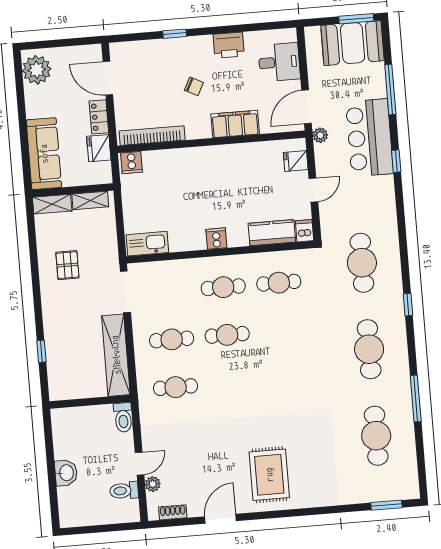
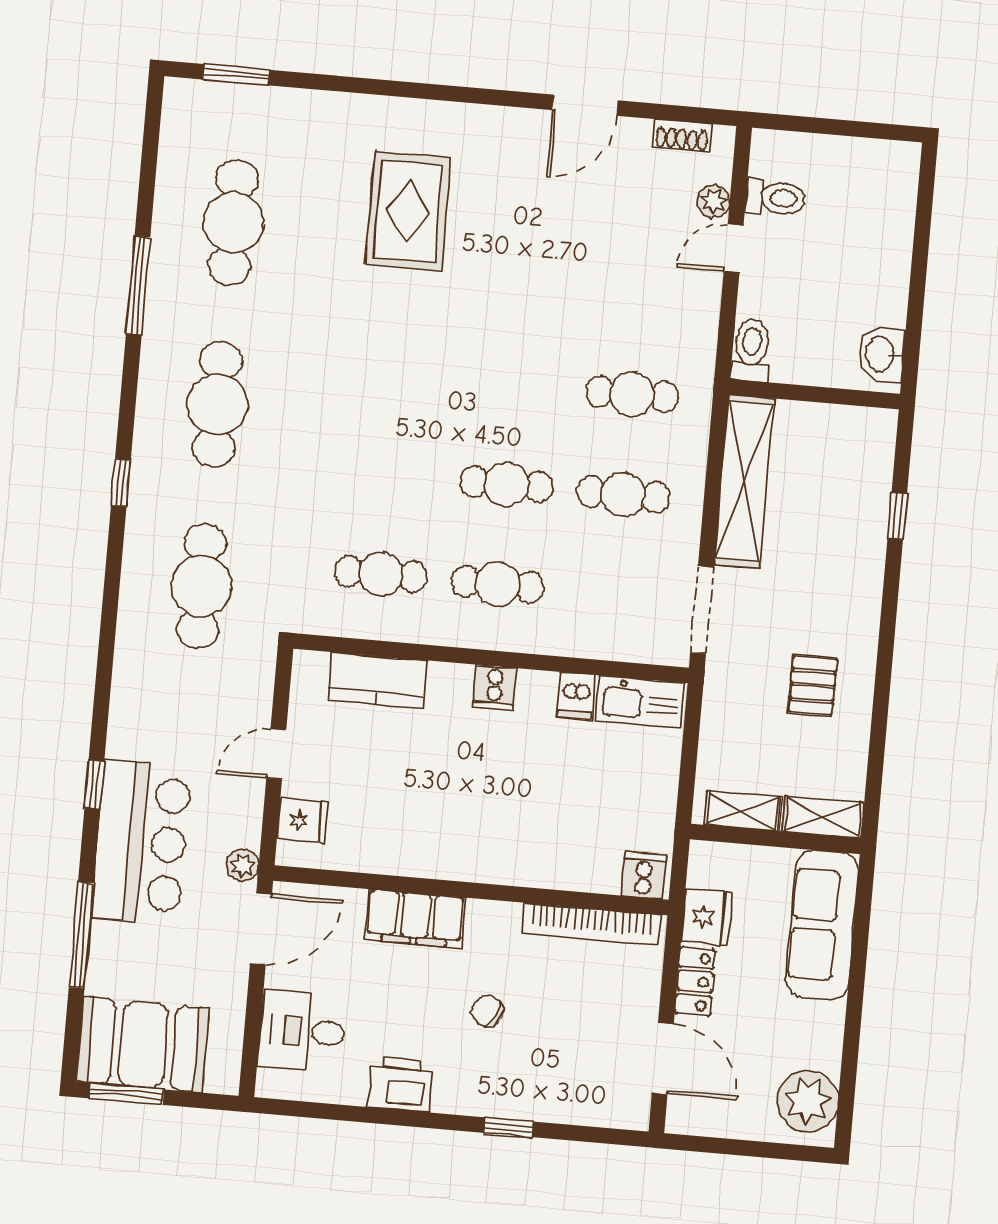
dishwasher: (304, 231) -> (576, 696), moved
washbasin: (66, 473) -> (881, 354), moved
rug: (269, 475) -> (408, 211), moved

